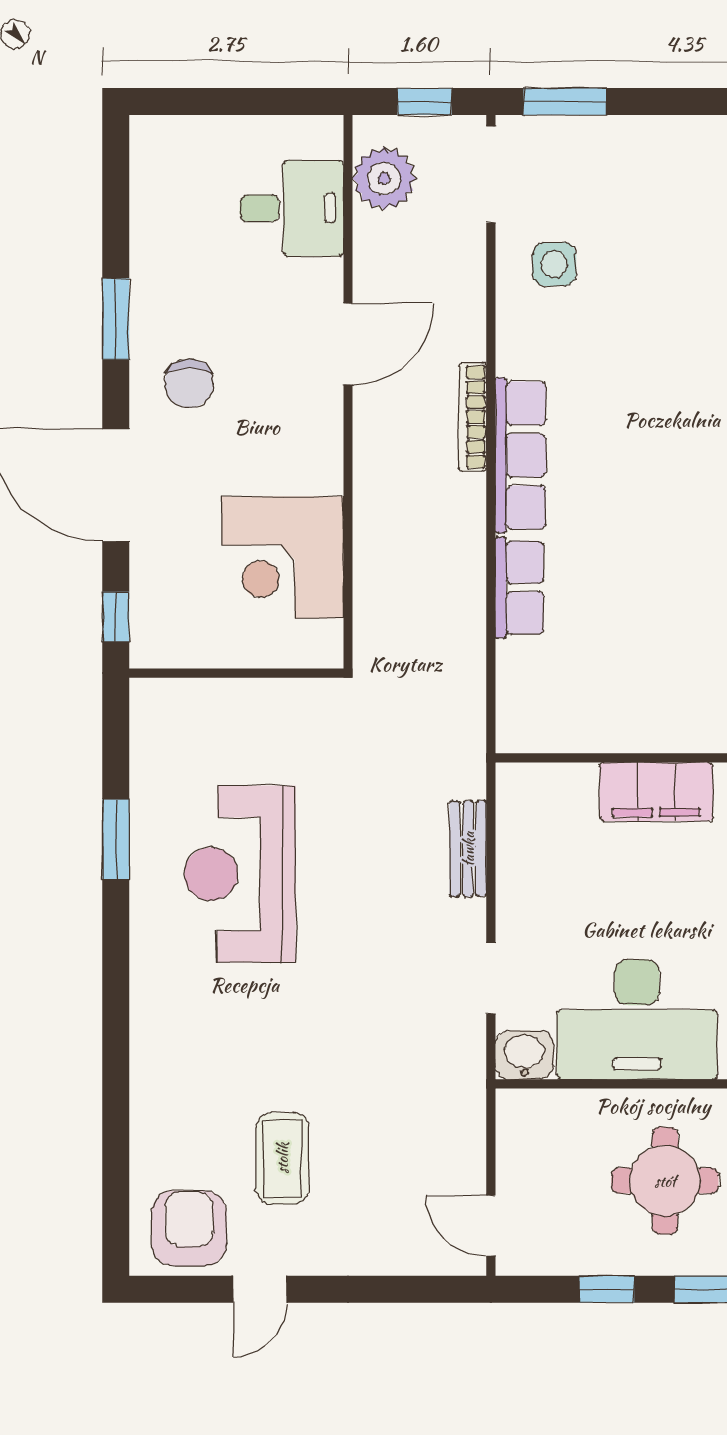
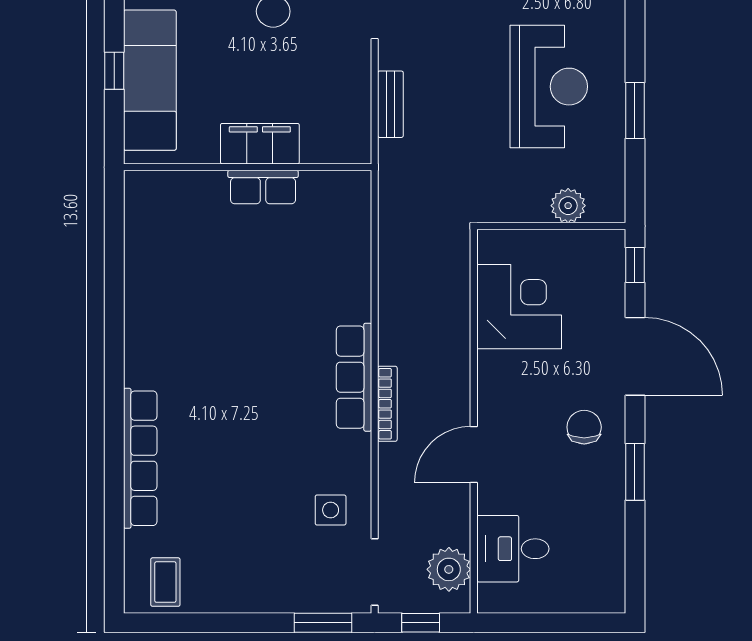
row of seats: (520, 588) -> (263, 187), moved, turned -90
plant: (212, 703) -> (568, 206), added

